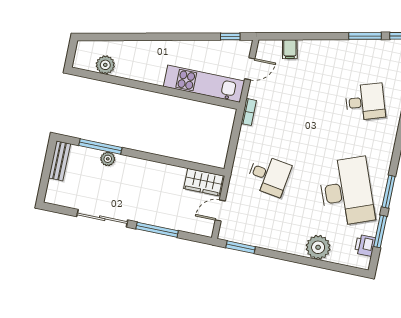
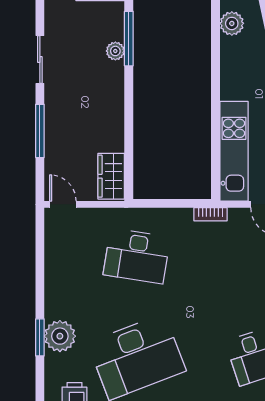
desk: (269, 175) -> (137, 256), width x1.37
door: (220, 210) -> (63, 204), moved
sliding door: (102, 218) -> (40, 60), width x0.73
window: (241, 247) -> (40, 337), moved

